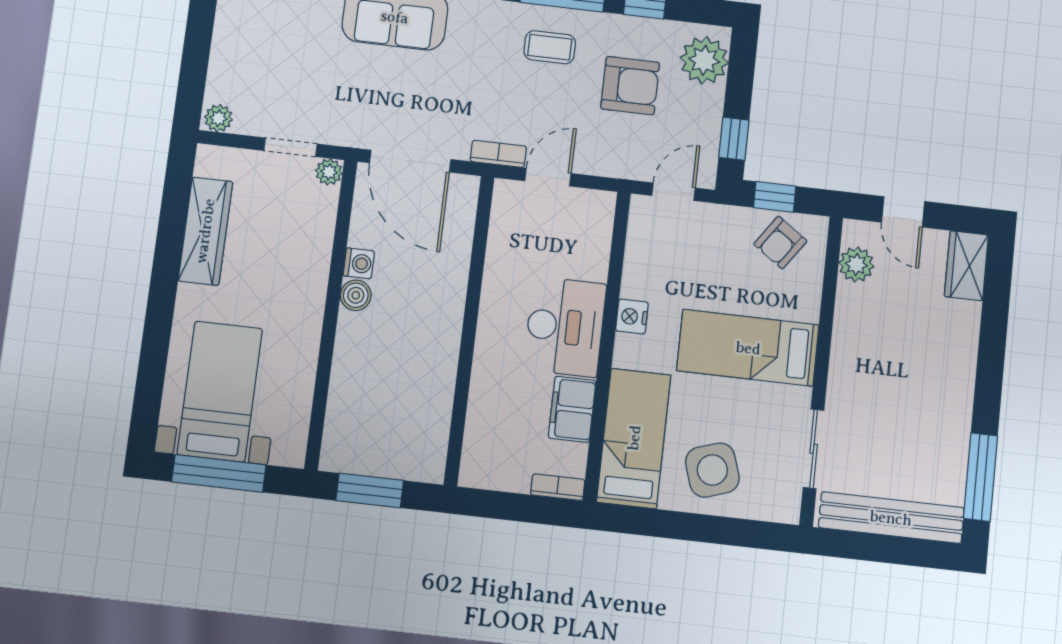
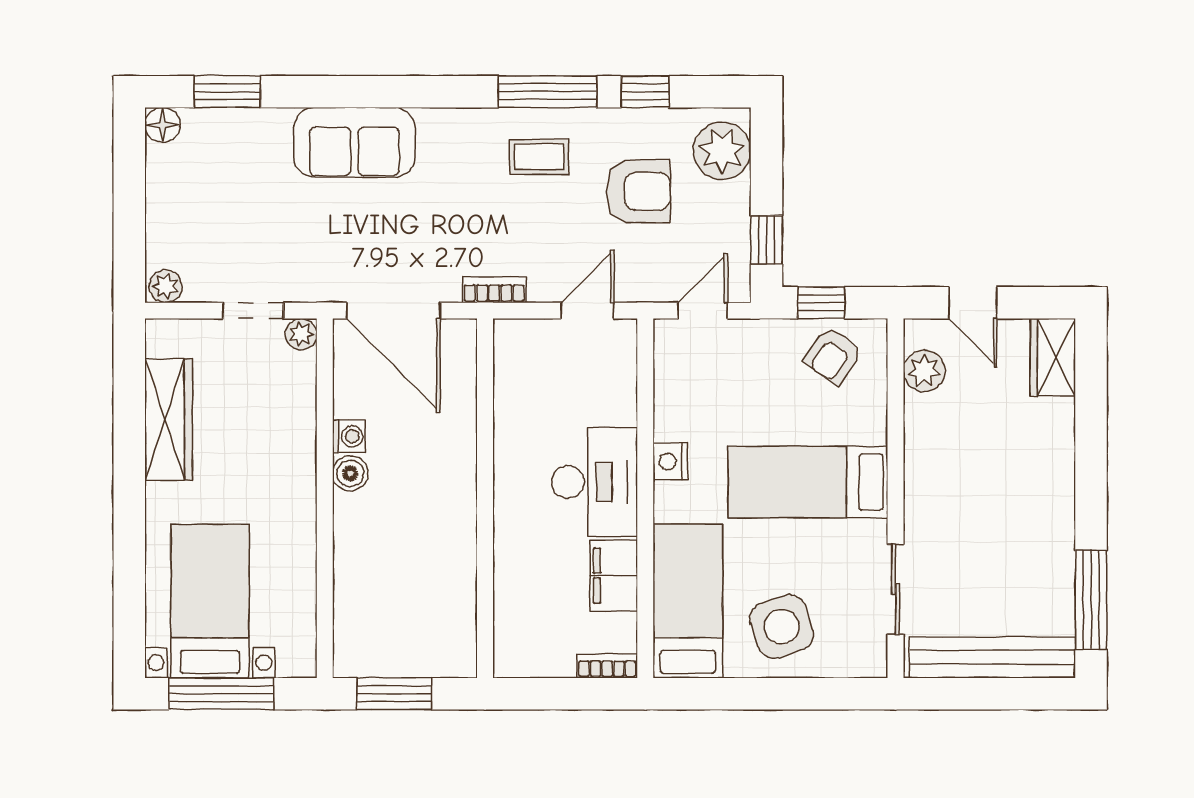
door: (548, 177) -> (587, 311), moved

